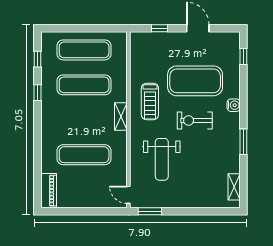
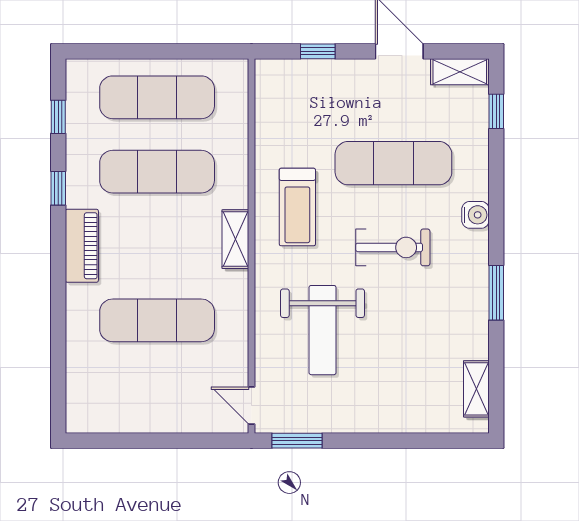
shelving: (226, 38) -> (460, 72), added
exercise mat: (195, 81) -> (393, 163), width x0.68
exercise bike: (195, 120) -> (393, 247), turned 180
piano: (49, 191) -> (82, 246), moved

